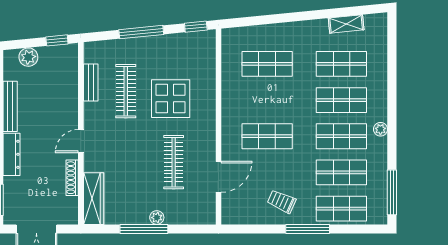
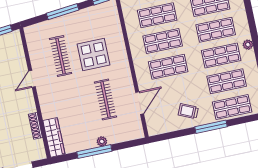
bench: (91, 82) -> (34, 55), removed
shop shelf: (267, 100) -> (163, 41), added
door: (81, 141) -> (32, 79), moved

